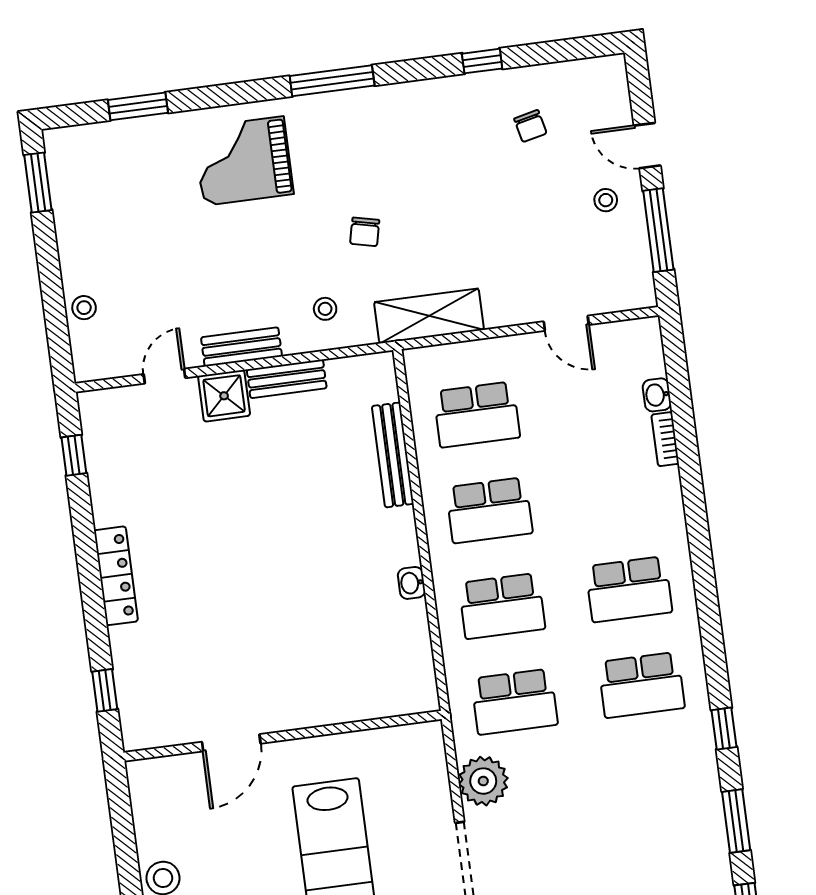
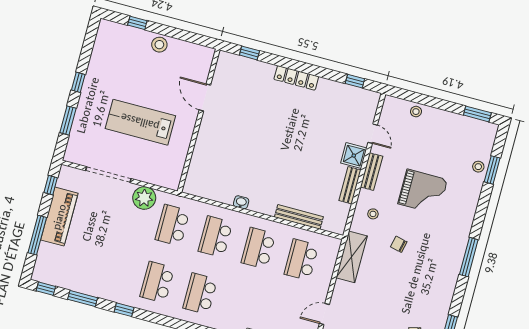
stool: (143, 137) -> (478, 167), added
grand piano: (244, 161) -> (423, 192), moved, turned 90

